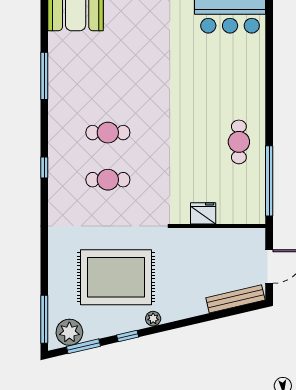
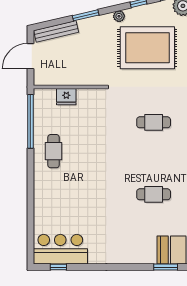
cafe table: (108, 133) -> (154, 194), moved
fridge: (203, 213) -> (66, 97), moved
window: (197, 320) -> (86, 15), added

